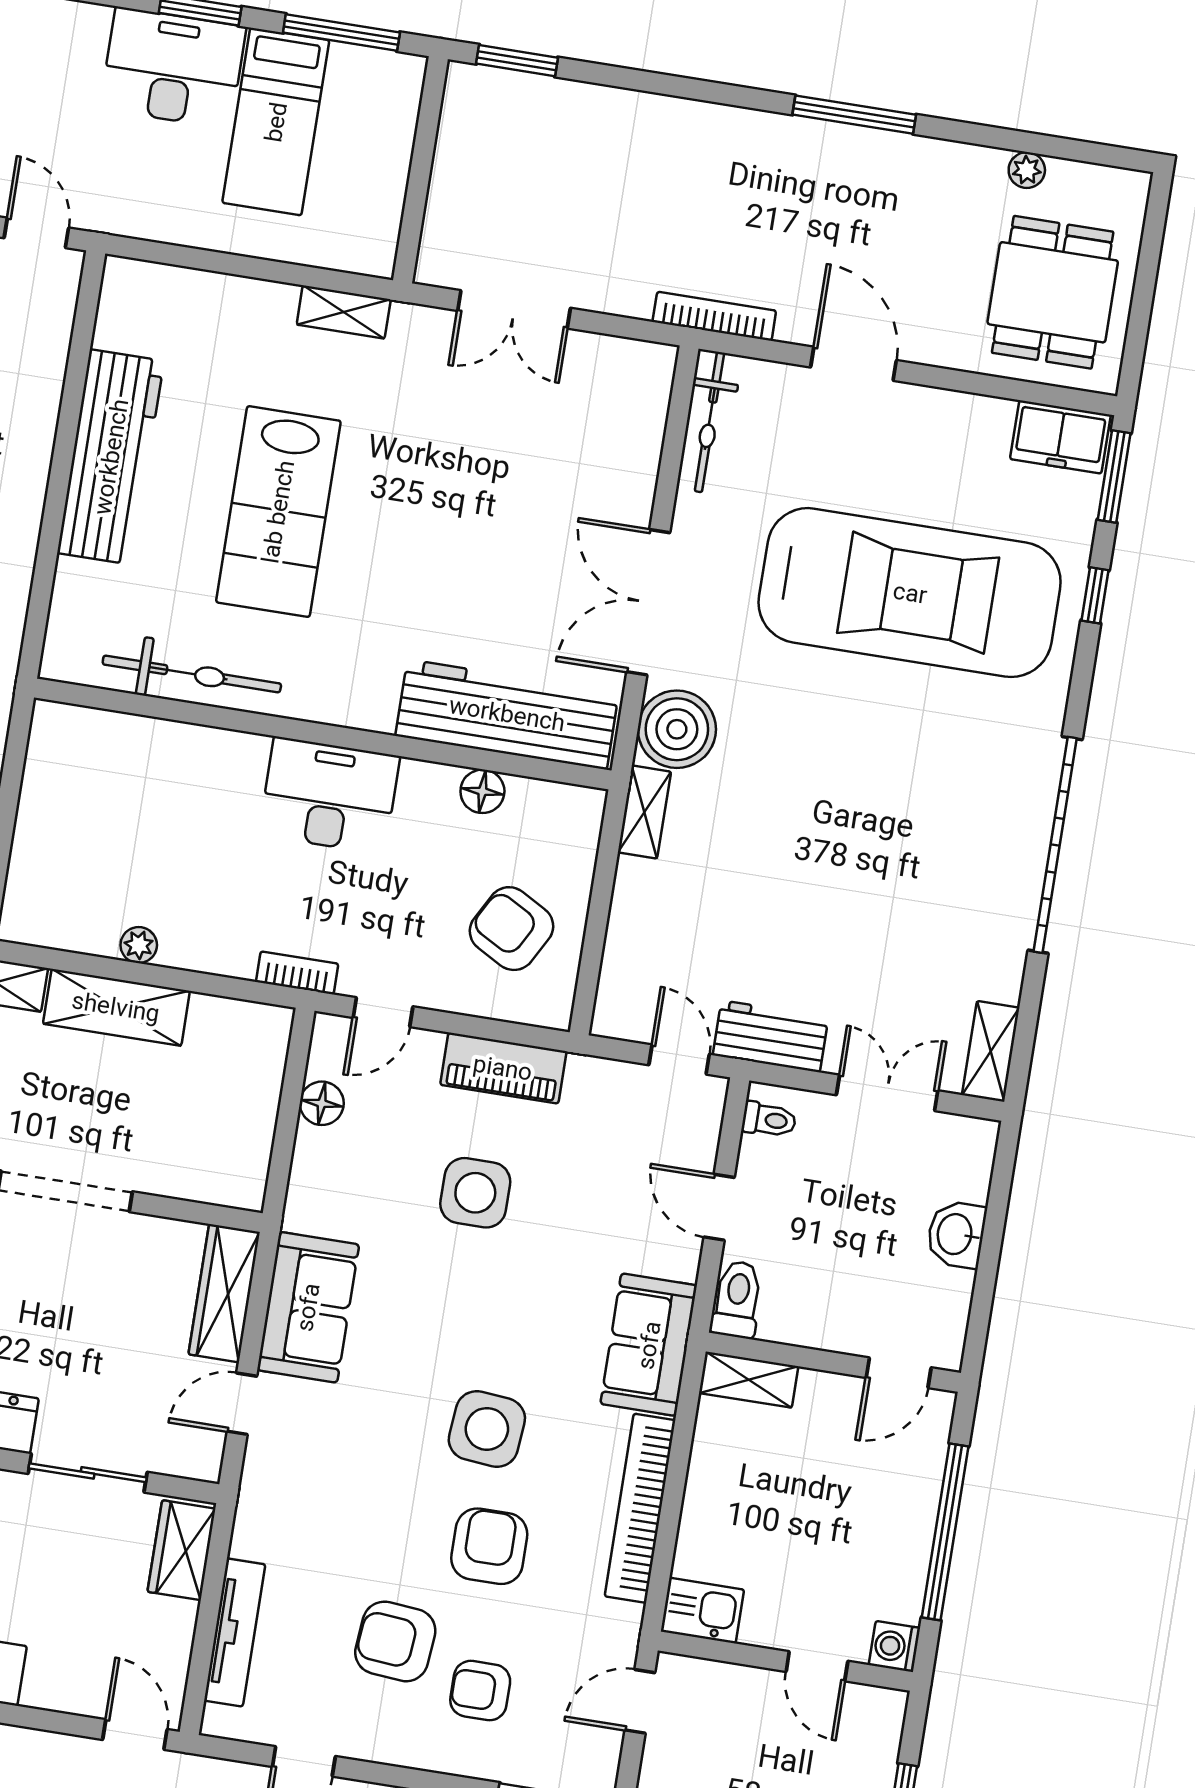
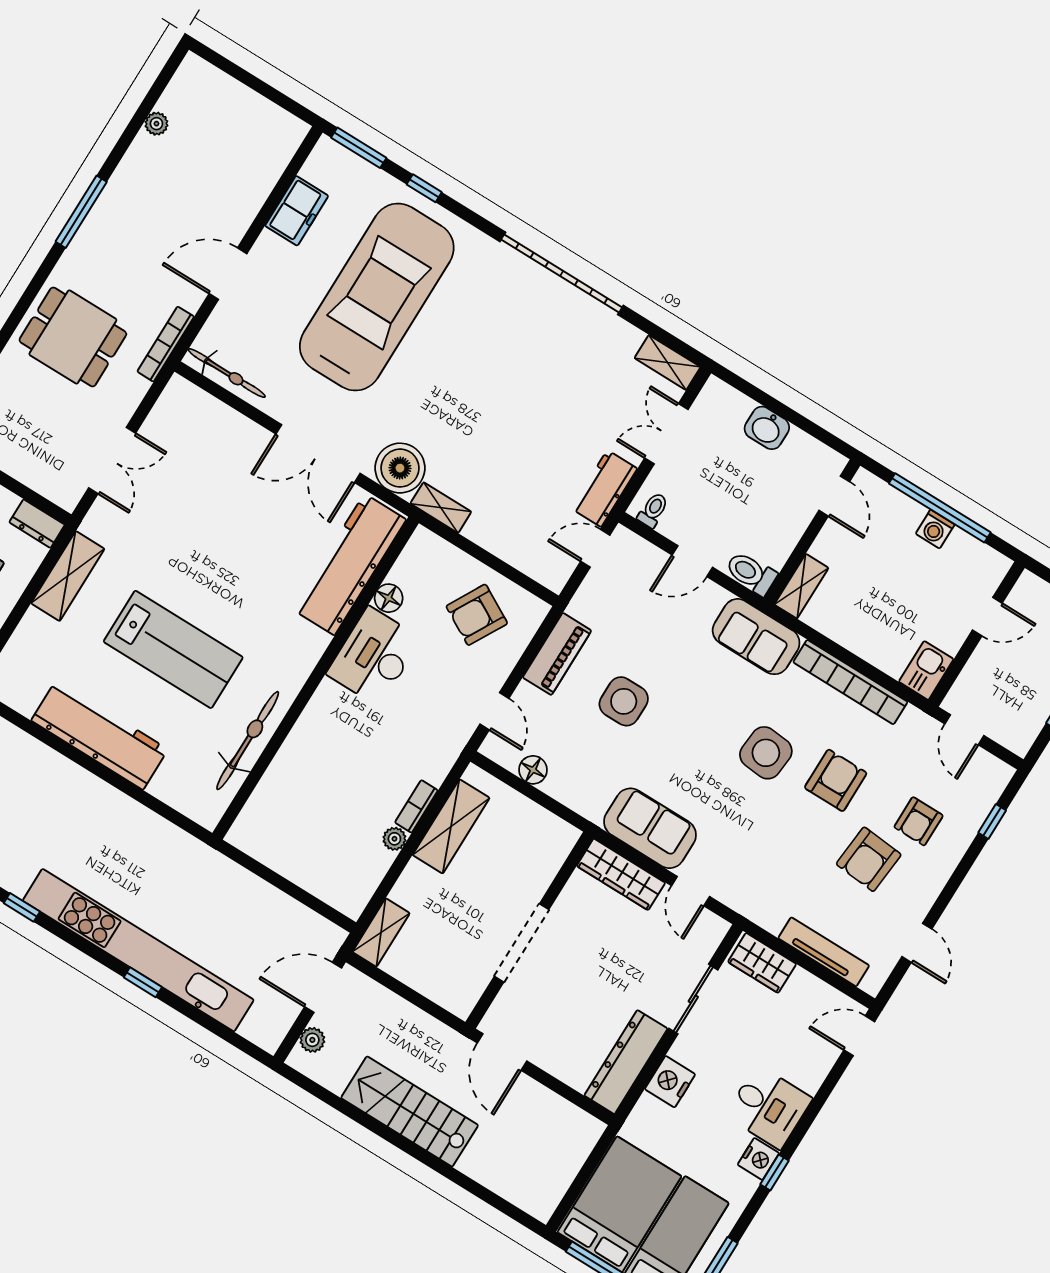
dresser: (378, 239) -> (37, 524), added
dining table: (1053, 292) -> (73, 337), moved
shelving: (344, 312) -> (68, 576), width x1.50, depth x1.33
freezer: (1060, 437) -> (297, 211), moved
desk: (329, 796) -> (374, 656), moved
bookcase: (297, 973) -> (416, 806), moved
shelving: (116, 1007) -> (451, 826), moved
armchair: (489, 1546) -> (836, 780), turned 90
washing machine: (894, 1646) -> (935, 529), moved

